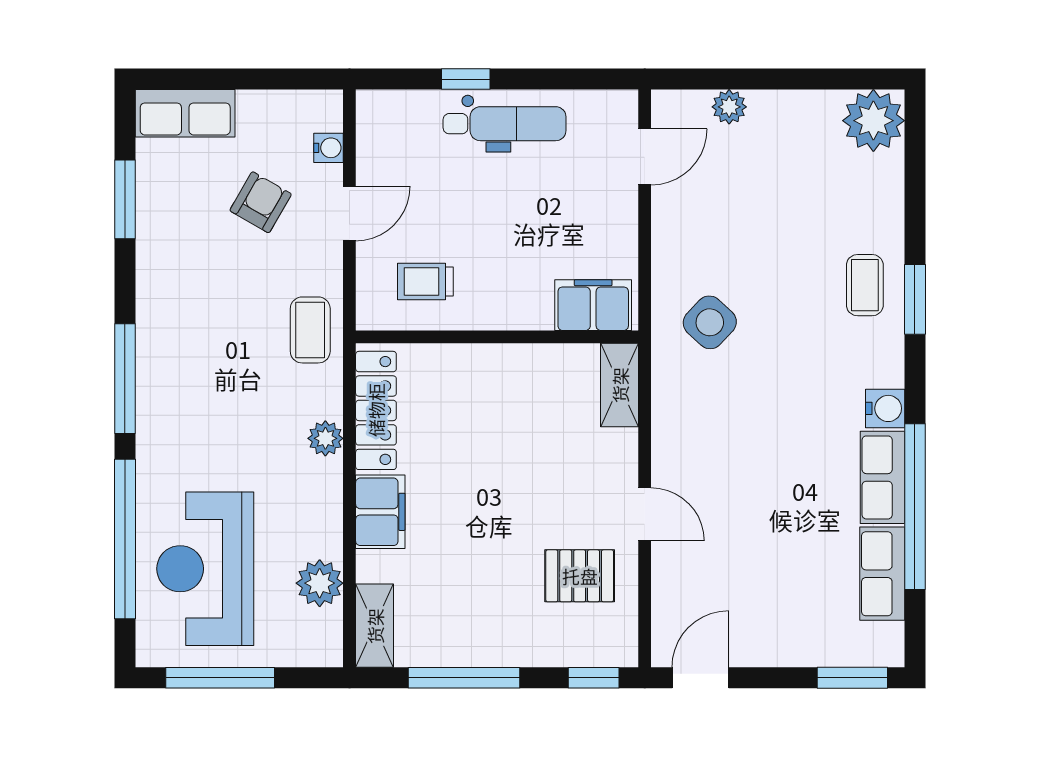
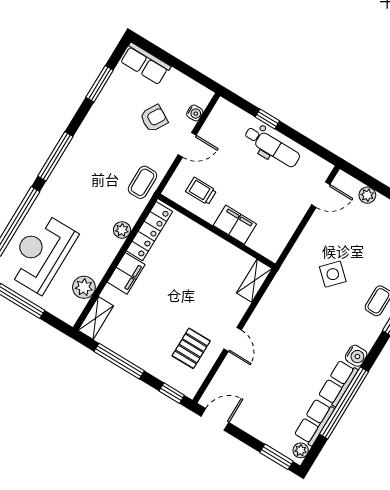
filing cabinet: (593, 305) -> (235, 225), moved
side table: (710, 322) -> (333, 274), moved
pallet: (580, 576) -> (191, 348), turned 90
plant: (889, 640) -> (301, 450), added

